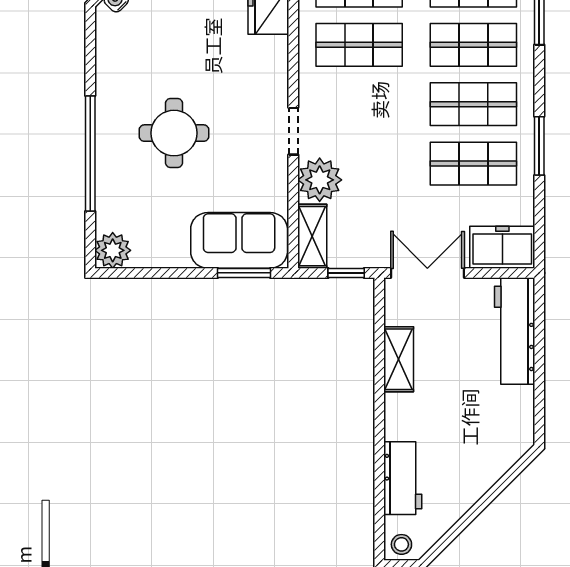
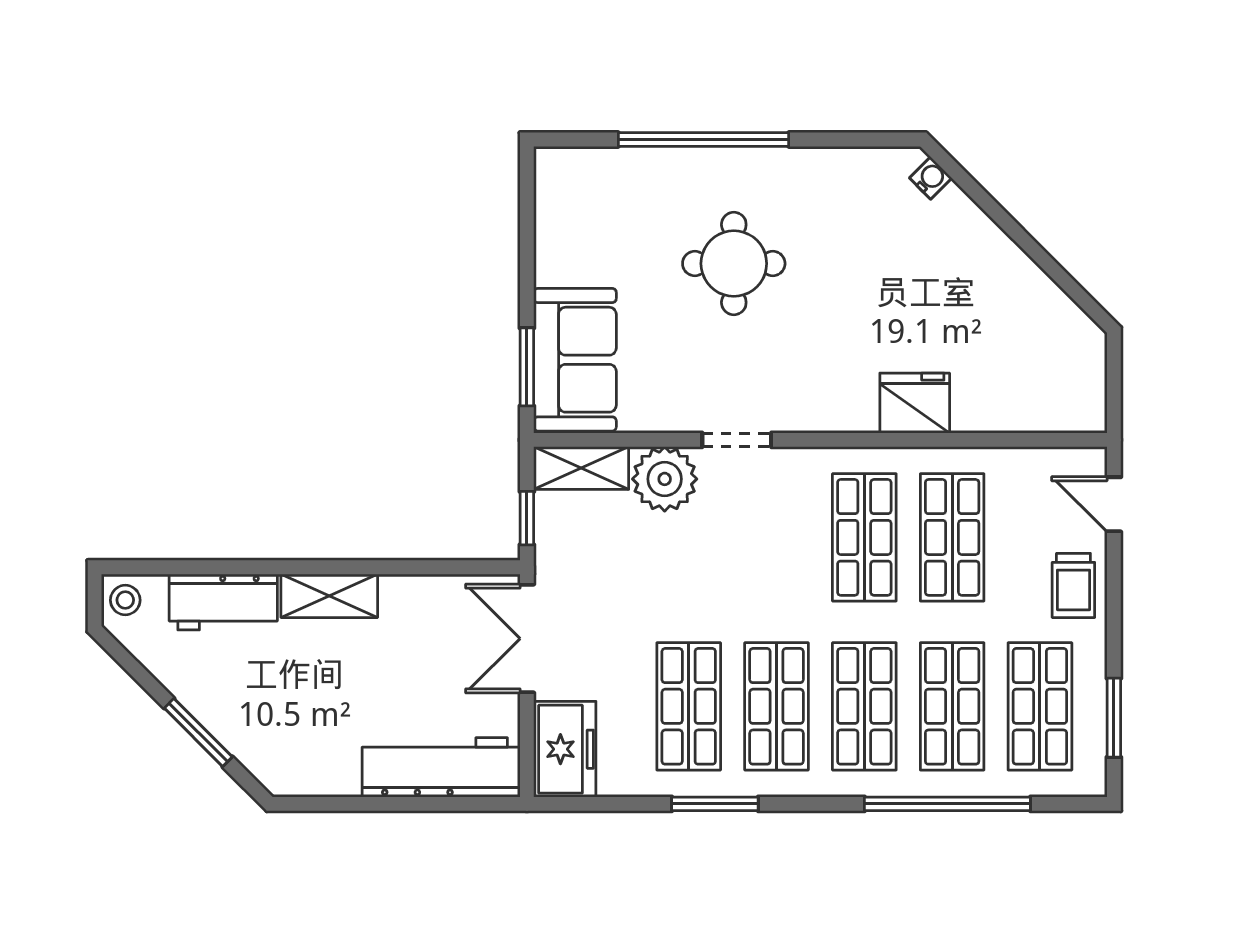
plant: (113, 250) -> (560, 173), removed
double door: (427, 273) -> (527, 639), swing flipped
shelving: (399, 359) -> (329, 596), moved
window: (491, 495) -> (198, 732), added

